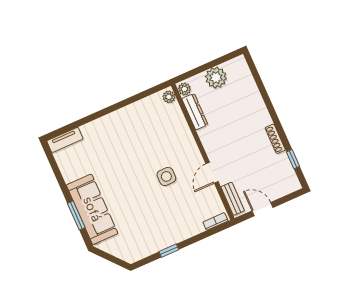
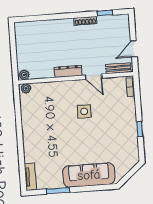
plant: (216, 78) -> (24, 49), removed
dresser: (195, 112) -> (68, 71), moved
window: (76, 216) -> (58, 191), moved

